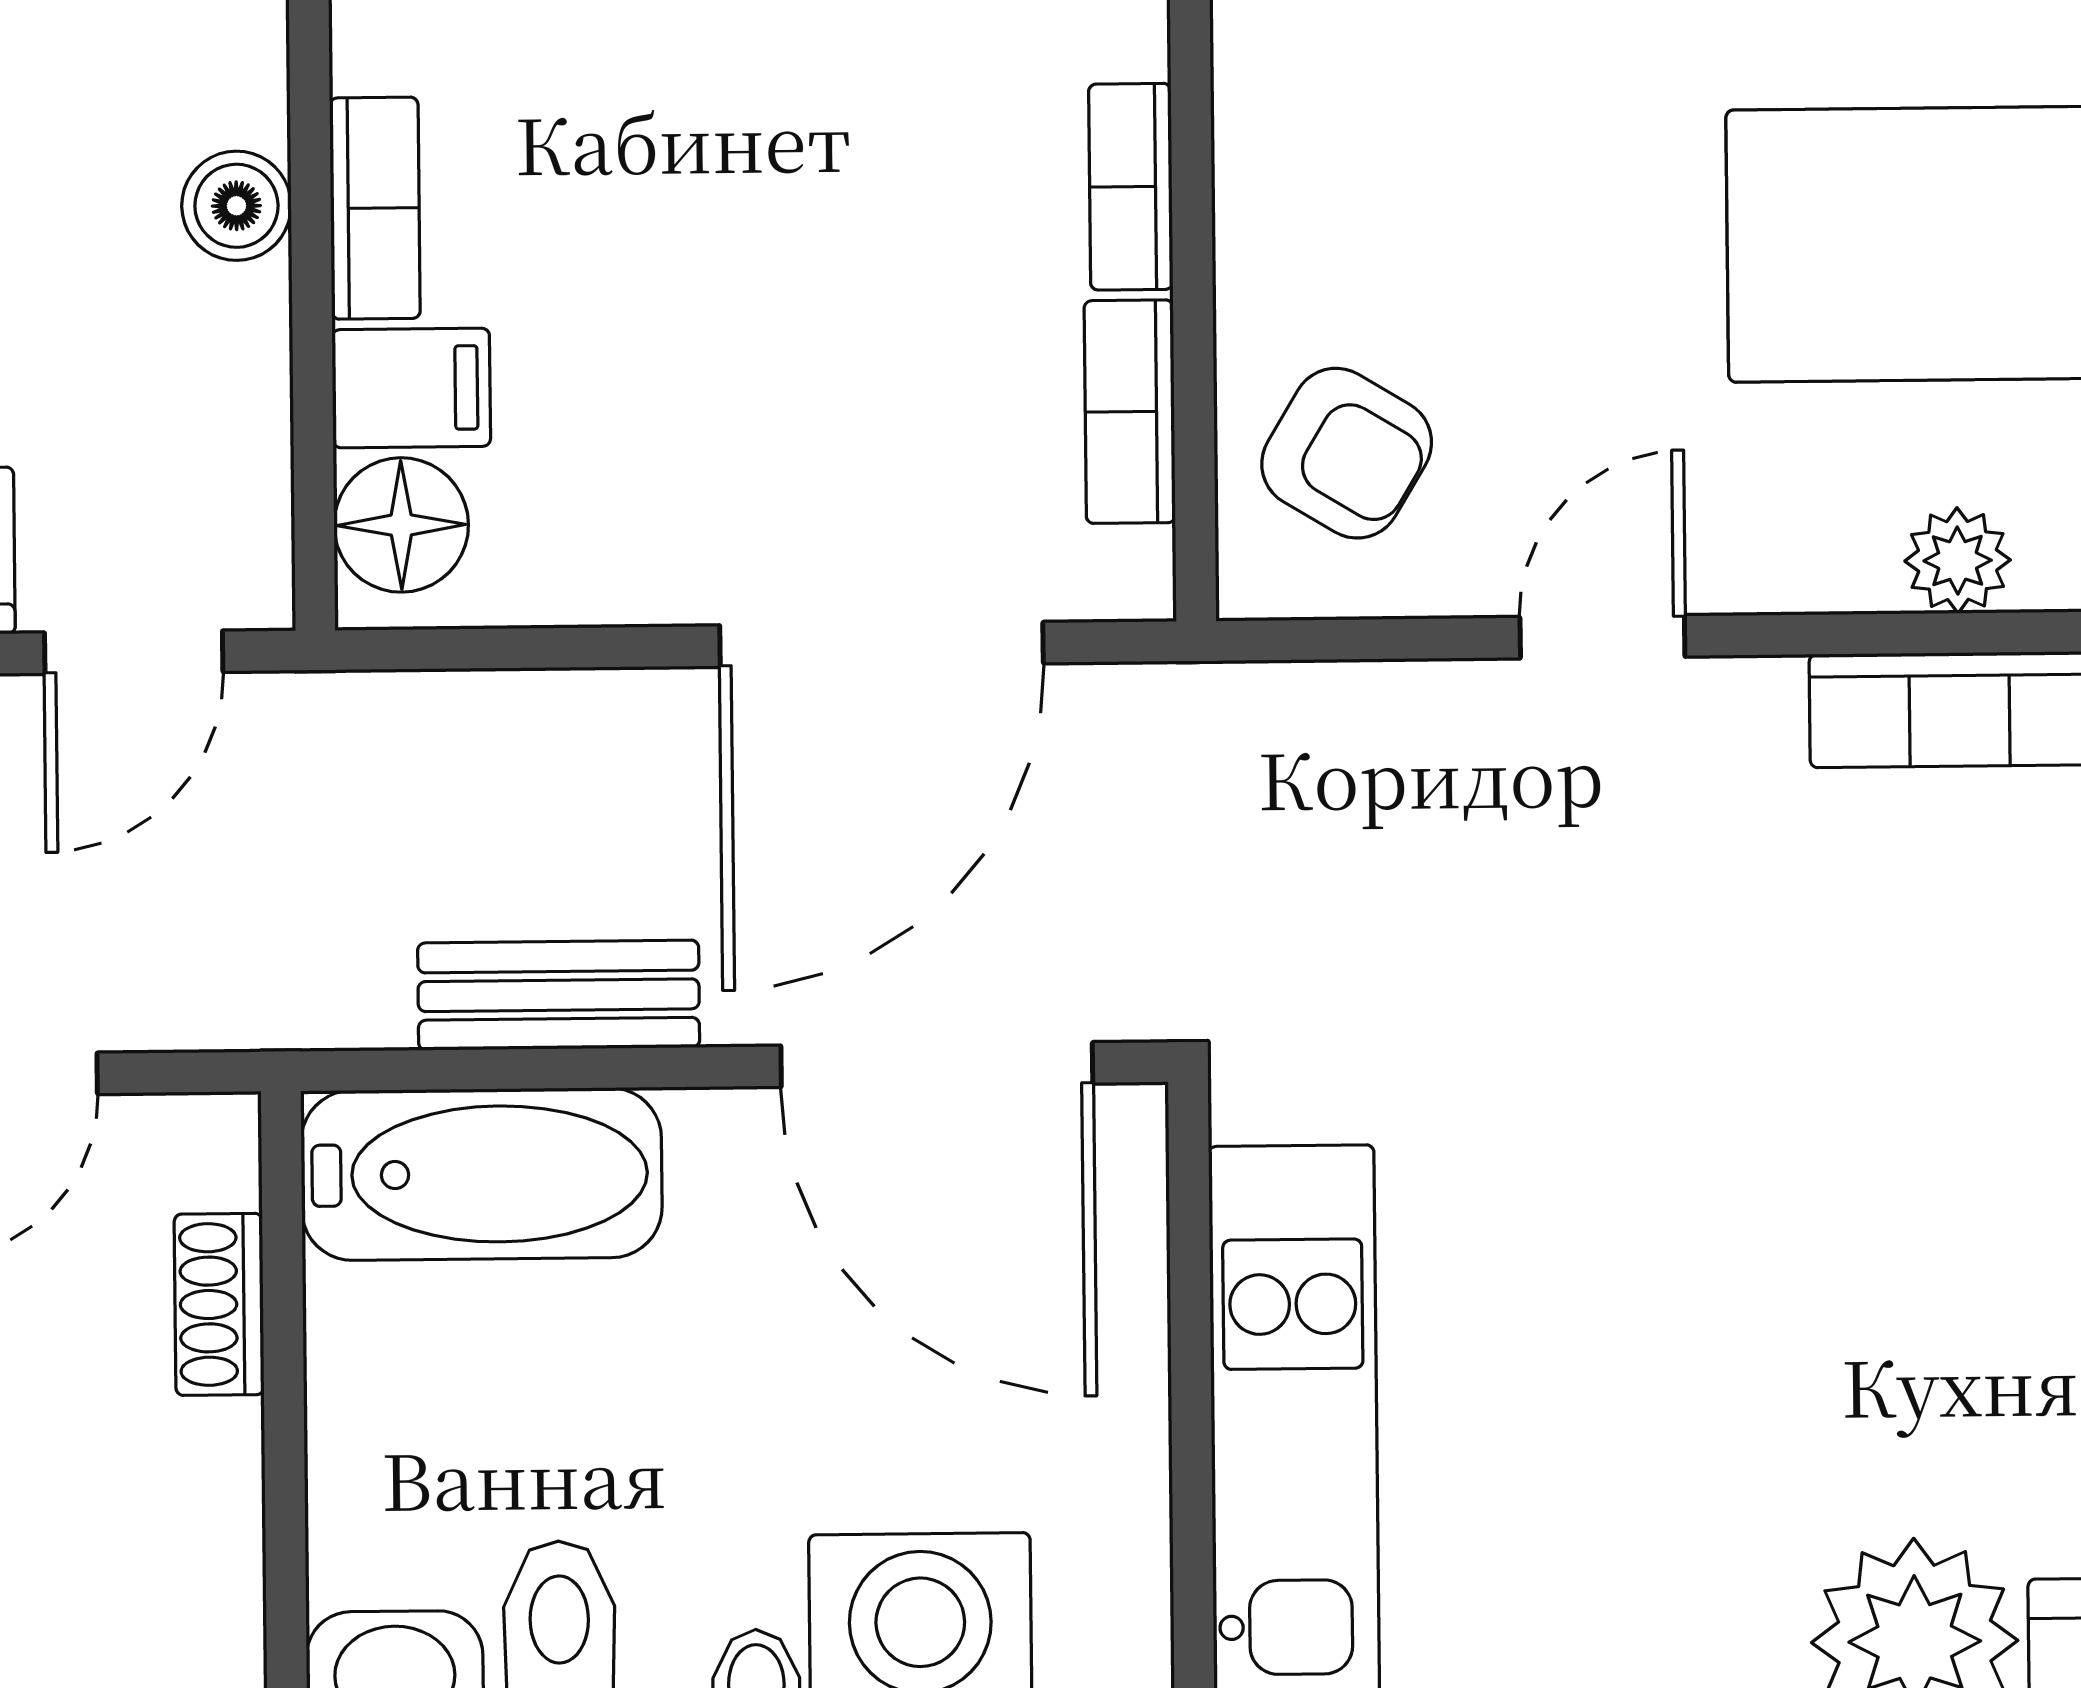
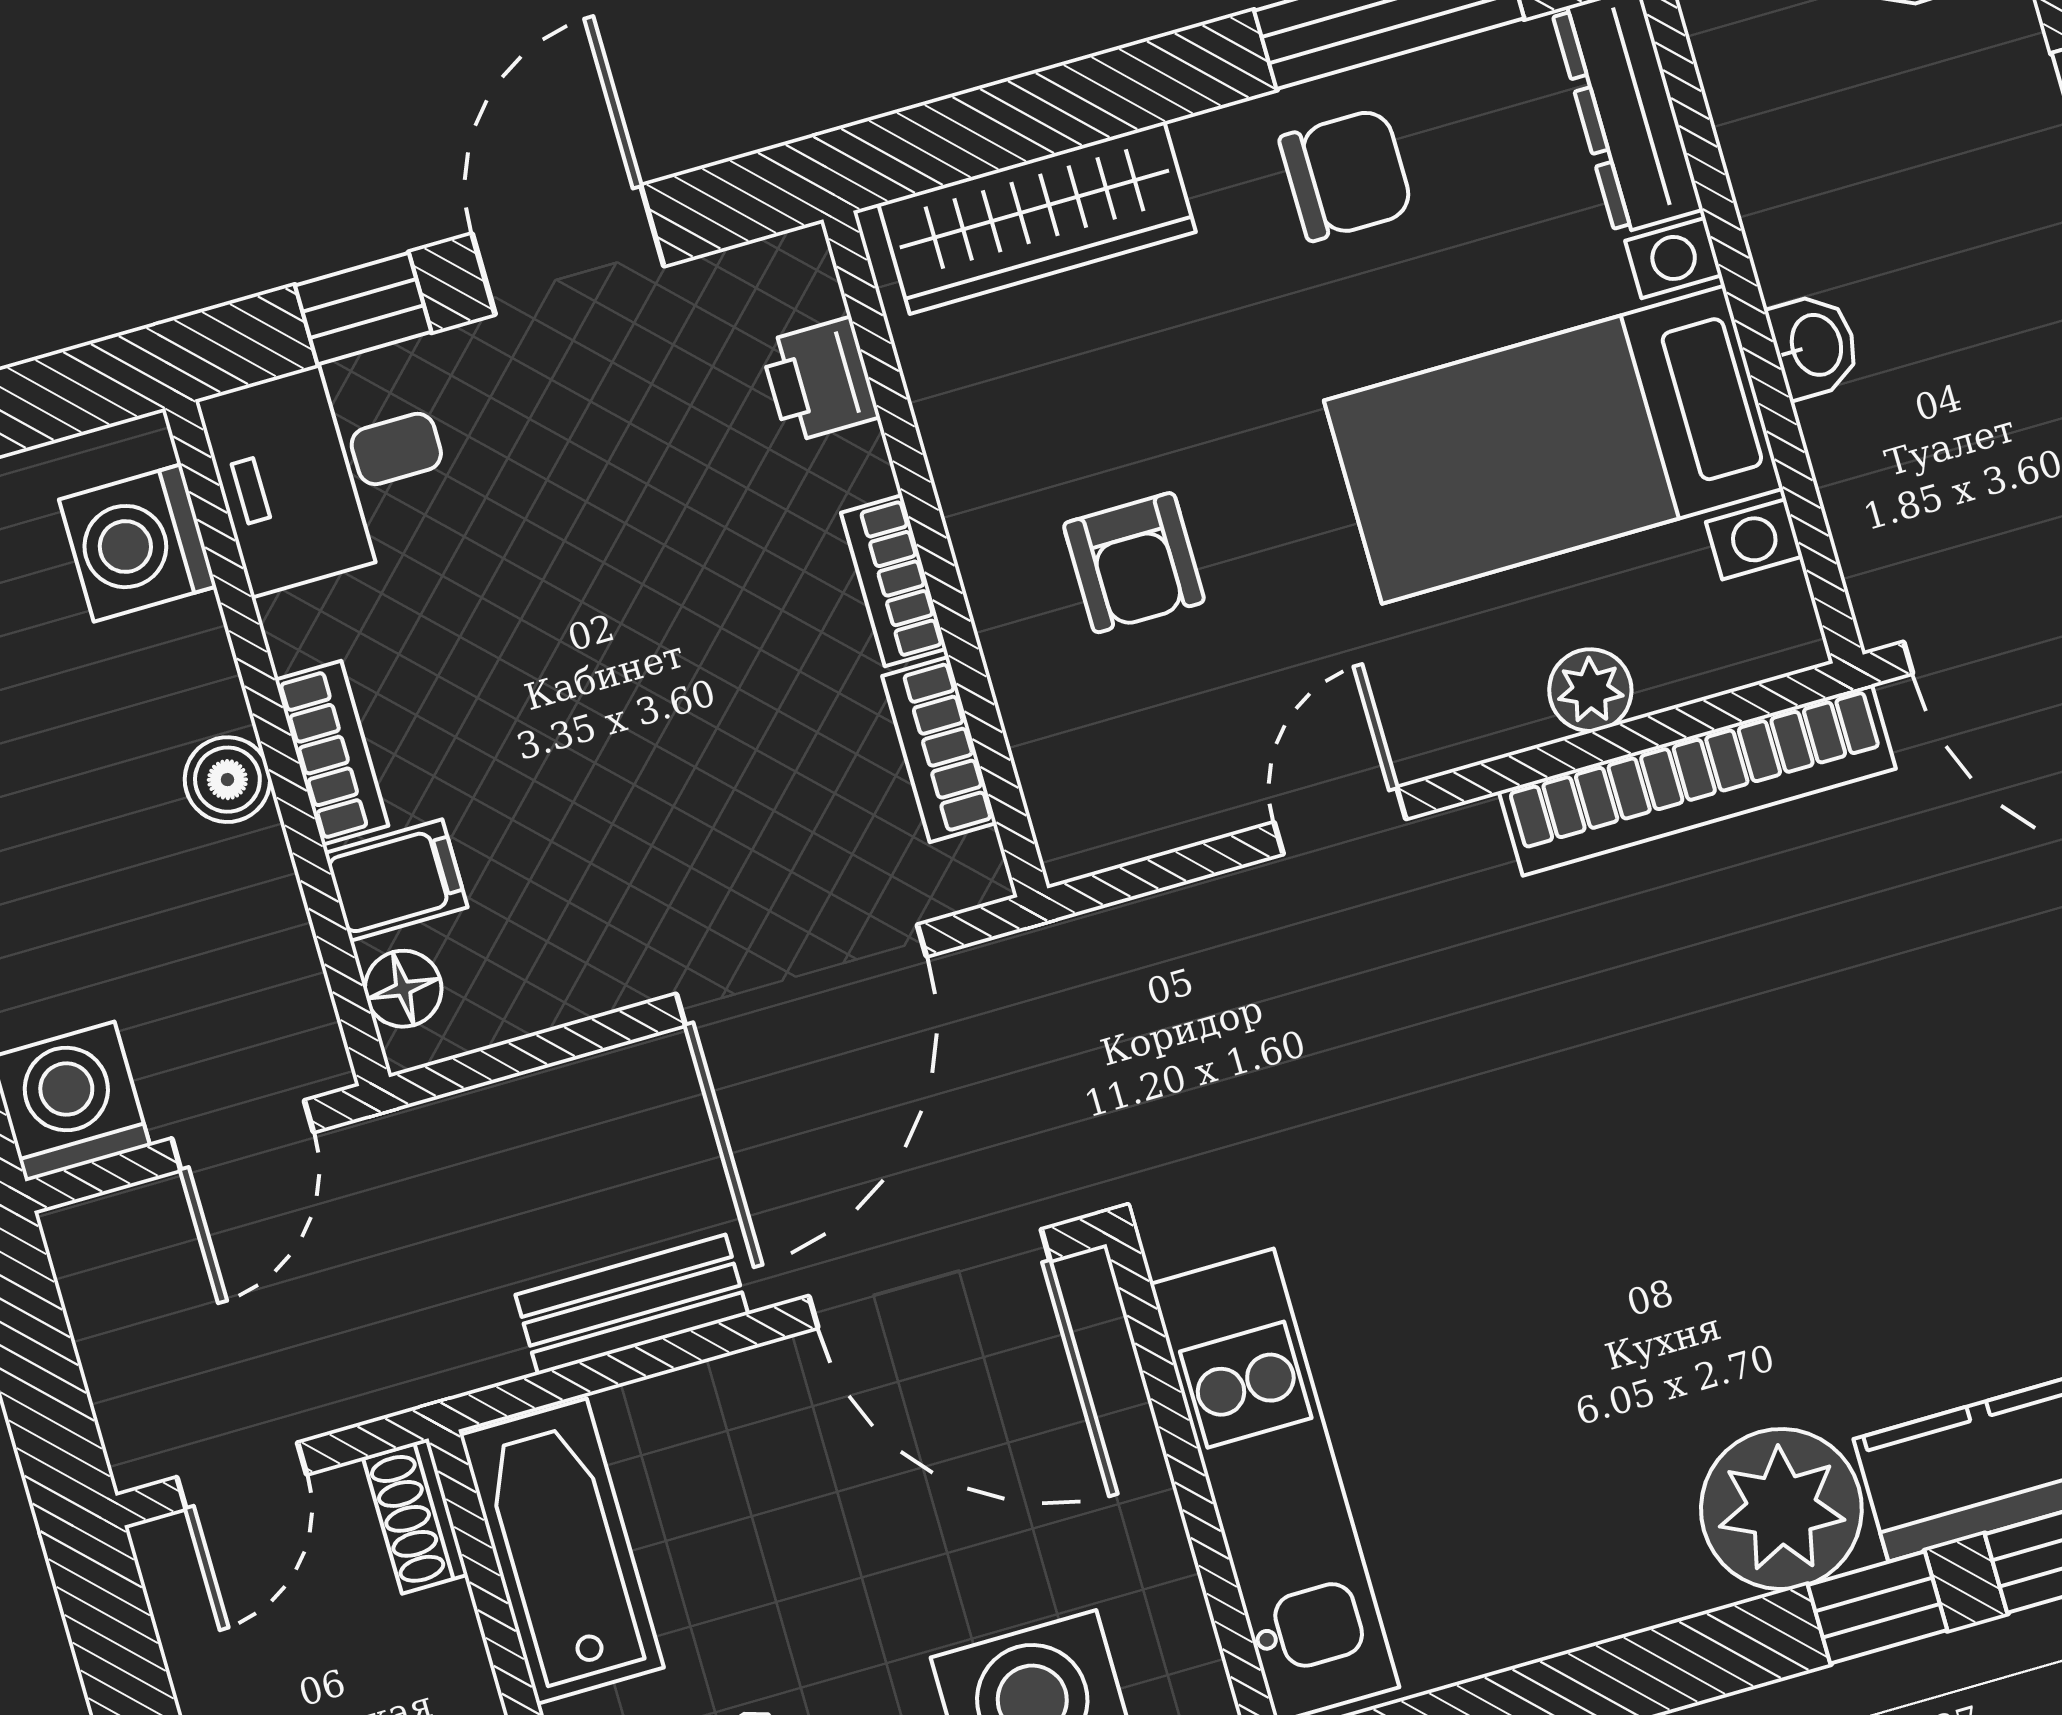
armchair: (1347, 453) -> (1134, 563), moved, turned 59
floor lamp: (401, 525) -> (403, 989), width x0.73, depth x0.73
bathtub: (482, 1174) -> (562, 1551), moved, turned -90
shoe rack: (219, 1304) -> (415, 1517), moved

